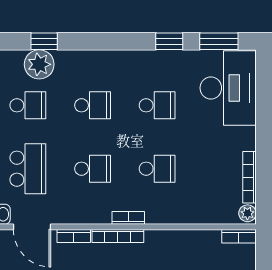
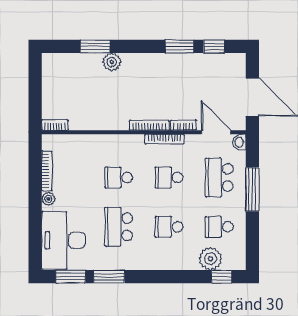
window: (44, 41) -> (221, 277), moved
window: (169, 41) -> (109, 277), width x1.50
school desk: (157, 105) -> (119, 227), width x1.85
plant: (247, 213) -> (48, 199), moved
bookcase: (128, 218) -> (164, 139), moved, width x1.56

